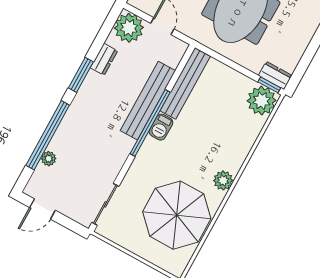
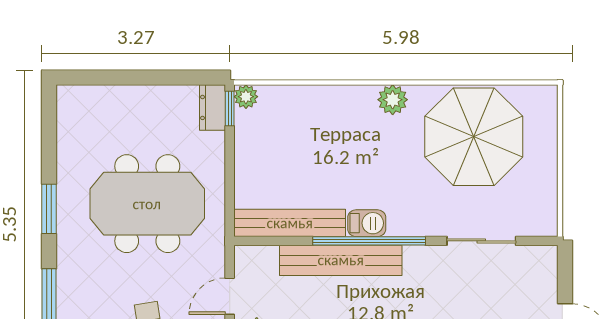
plant: (262, 101) -> (246, 97), width x0.53, depth x0.53
sliding door: (105, 204) -> (481, 241), moved

